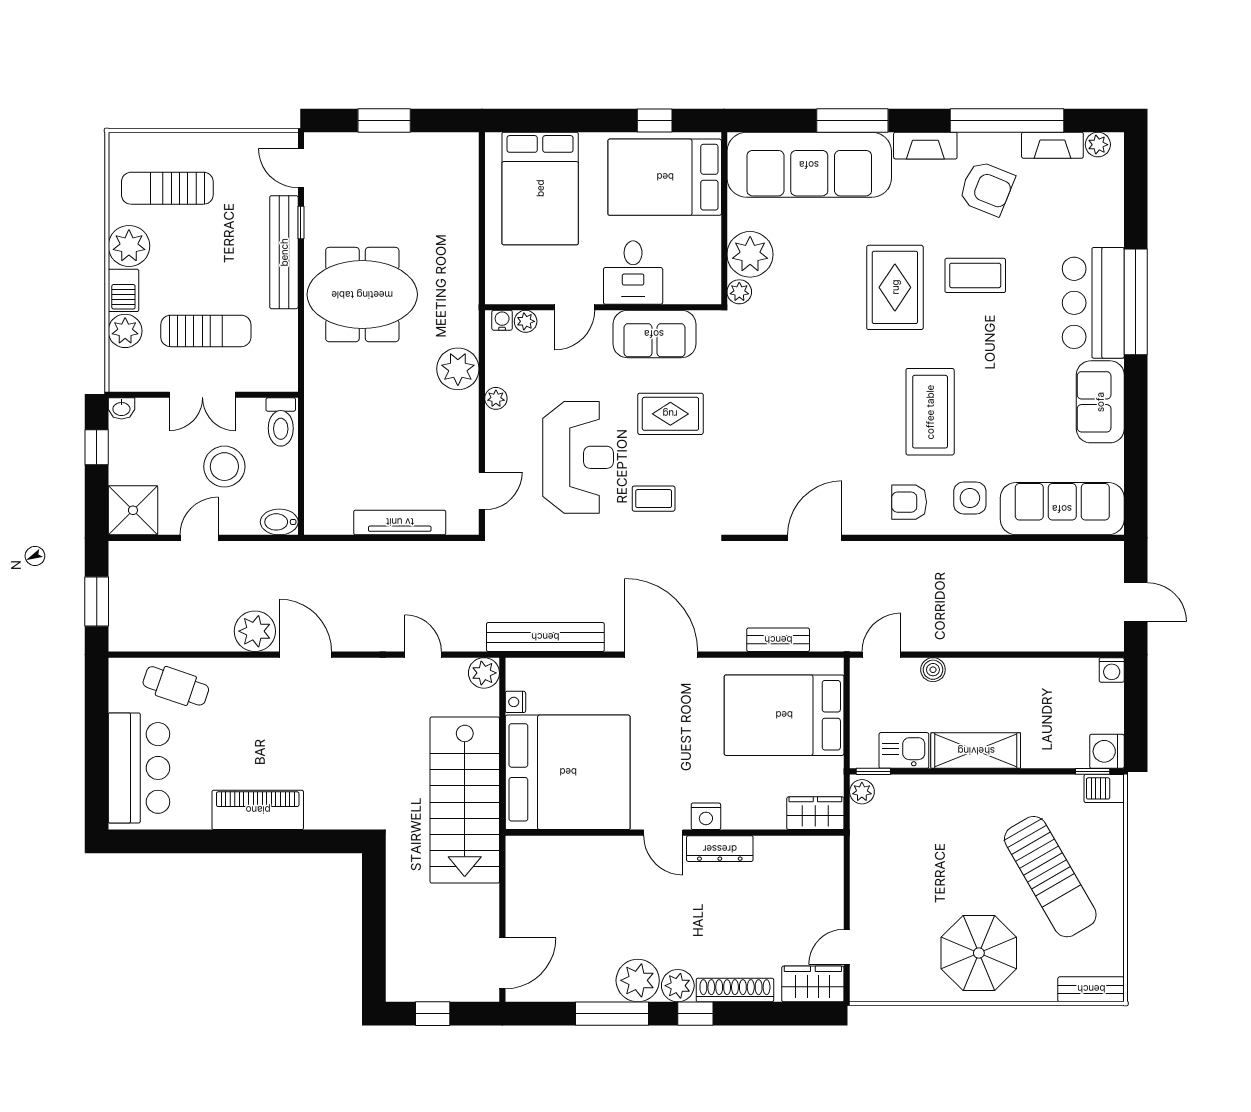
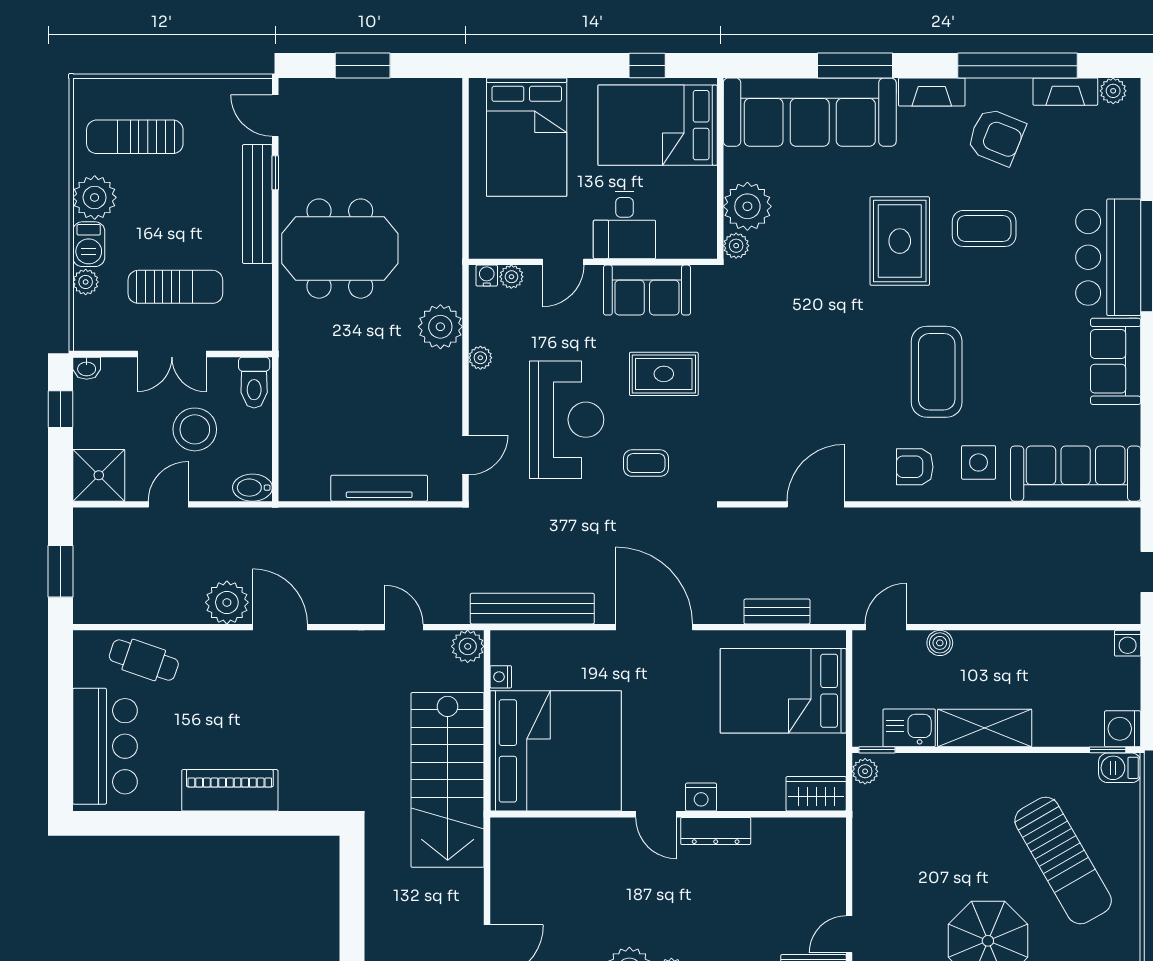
plant: (125, 331) -> (86, 282), width x0.73, depth x0.73

